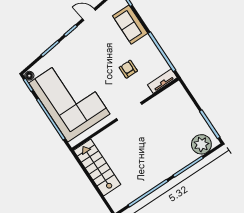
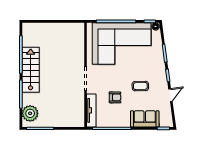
coffee table: (100, 51) -> (140, 86), added
tv unit: (162, 81) -> (91, 110), width x1.41
stairs: (97, 167) -> (31, 70), moved, turned -90

